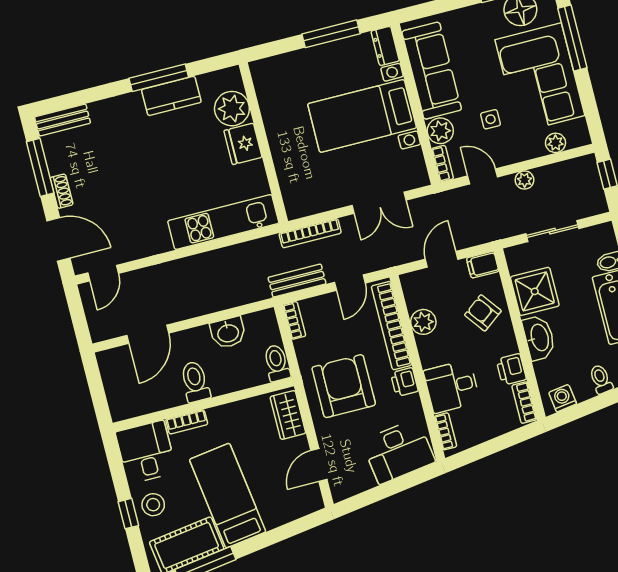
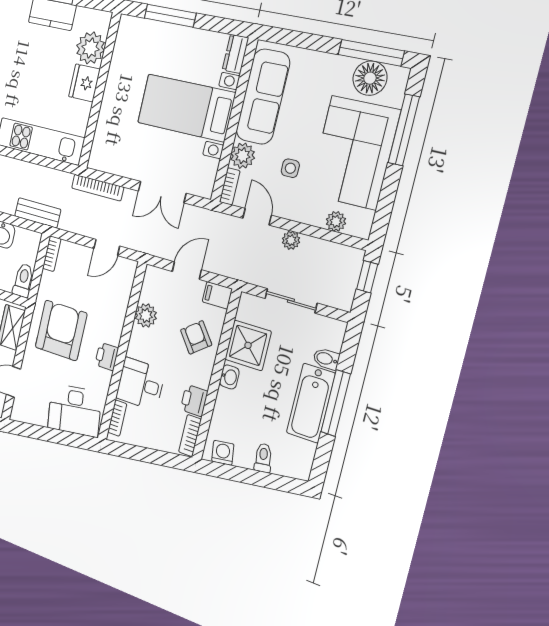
window: (331, 34) -> (170, 16), moved
bench: (297, 281) -> (38, 213), moved
bookcase: (392, 326) -> (120, 303), removed
washbasin: (539, 338) -> (229, 377), width x0.52, depth x0.69

